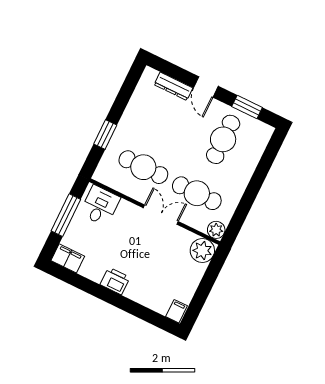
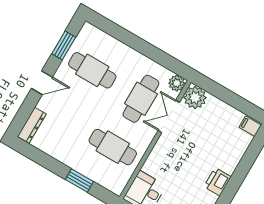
dresser: (173, 86) -> (32, 125), moved
cafe table: (143, 167) -> (113, 147), turned 90
double door: (161, 215) -> (169, 116), moved

